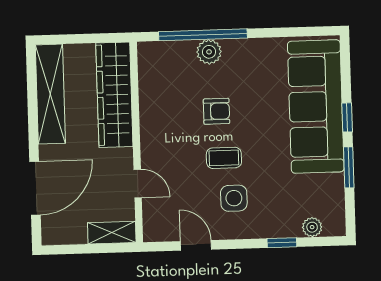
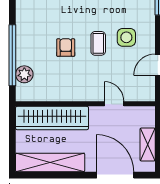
plant: (209, 52) -> (24, 74), moved
door: (138, 184) -> (114, 104), hinge flipped
shelving: (112, 233) -> (148, 145), moved

